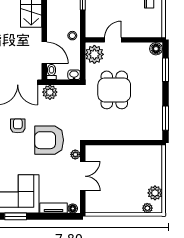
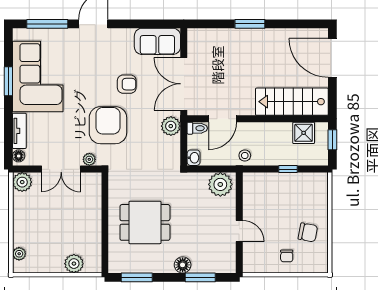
door: (113, 40) -> (239, 231), moved
floor lamp: (156, 49) -> (183, 265), moved
dining table: (114, 90) -> (145, 222), moved
plant: (155, 193) -> (74, 264), moved
plant: (93, 206) -> (22, 182), added

